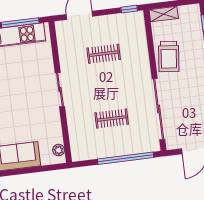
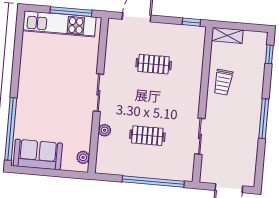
trolley: (169, 57) -> (223, 82), width x0.73, depth x0.72
sliding door: (159, 109) -> (200, 136), width x0.54
plant: (73, 122) -> (105, 130), added

